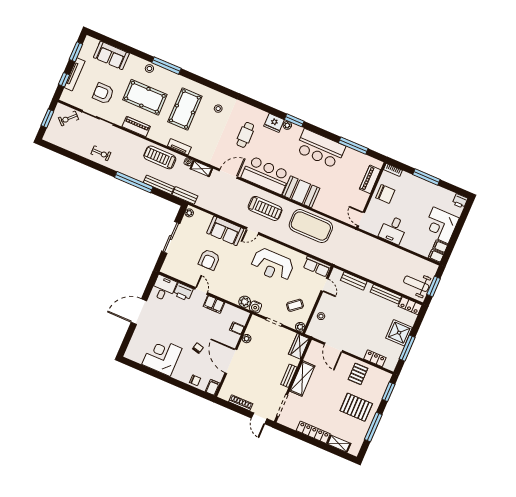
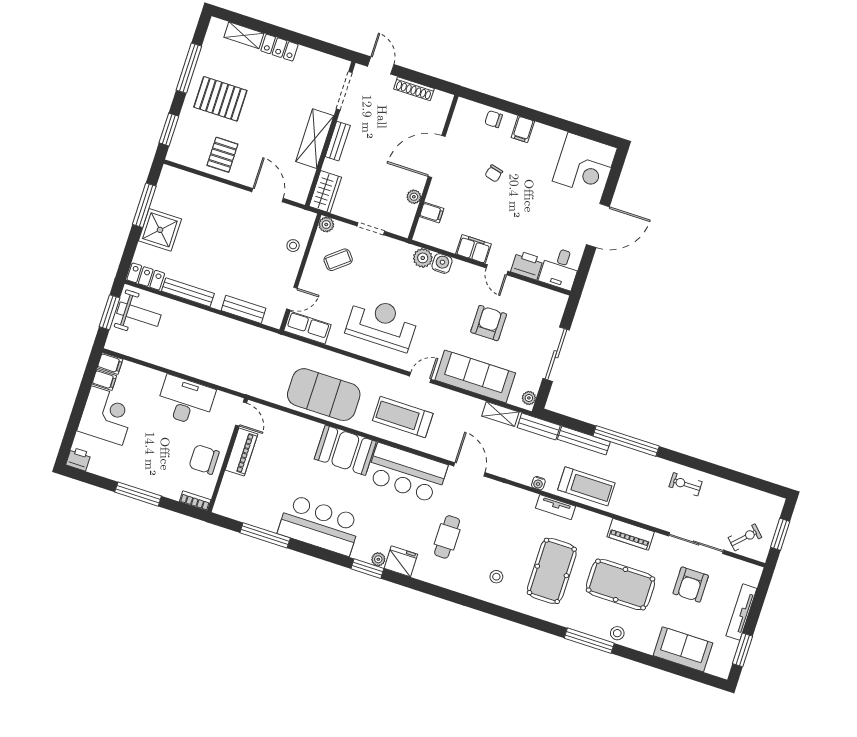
window: (64, 80) -> (758, 602), removed
armchair: (103, 93) -> (691, 585), turned 90
shelving: (201, 169) -> (500, 414), moved
door: (228, 174) -> (469, 469), swing flipped
piano: (370, 179) -> (241, 452), moved
desk: (393, 230) -> (186, 401), width x1.37
sofa: (225, 231) -> (475, 376), width x1.36
door: (325, 285) -> (292, 299), swing flipped
water cooler: (255, 307) -> (442, 264), moved
corner desk: (162, 356) -> (585, 165), moved
locker: (375, 358) -> (196, 183), removed
door: (231, 361) -> (437, 157), swing flipped
filing cabinet: (213, 387) -> (523, 129), moved
locker: (313, 432) -> (279, 48), width x0.66

